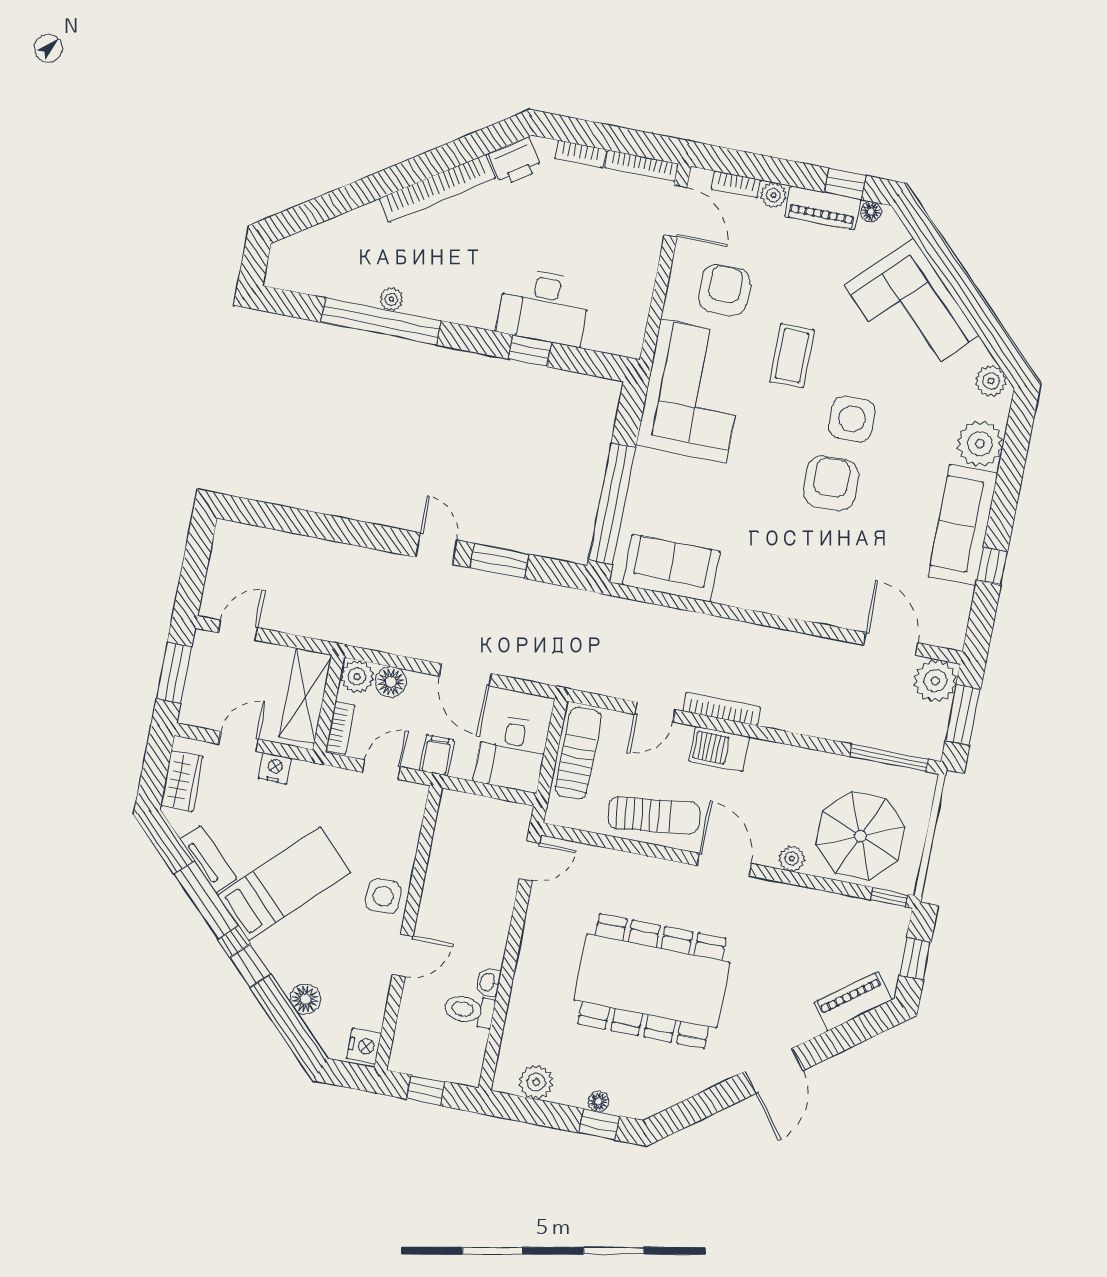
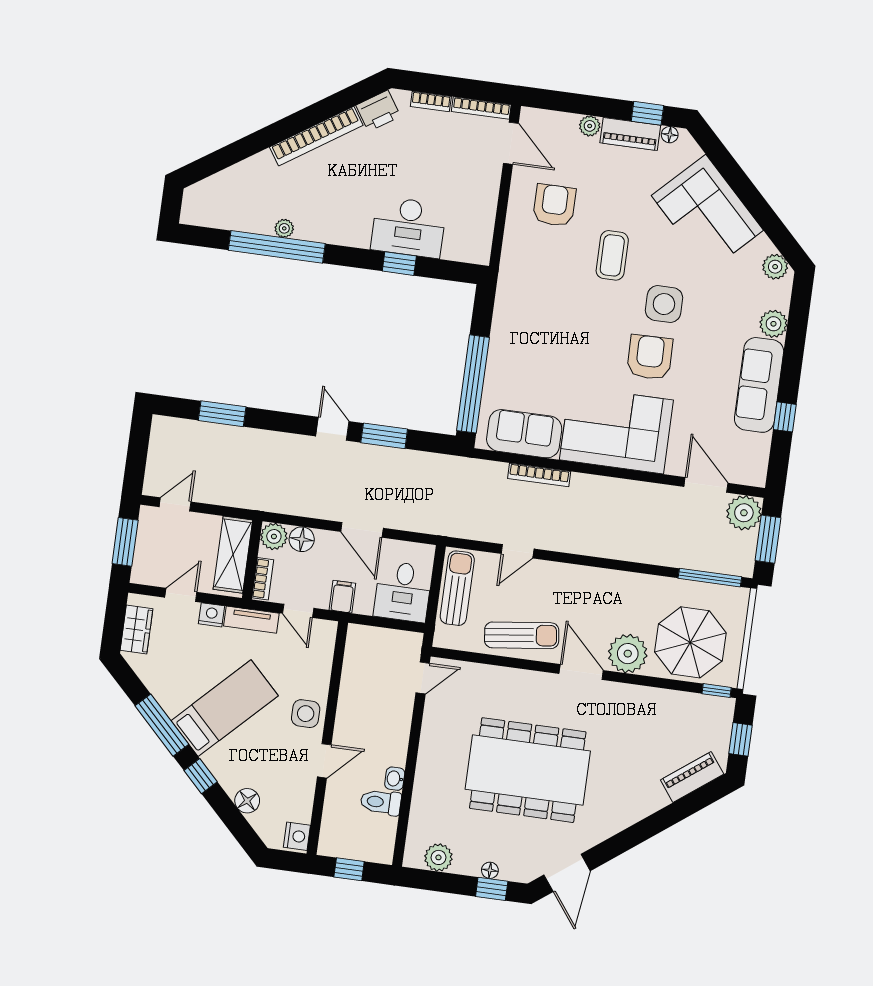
bookcase: (736, 184) -> (559, 119), removed
corner sofa: (693, 391) -> (616, 430), moved, turned -90
plant: (980, 444) -> (773, 324), width x0.73, depth x0.73
window: (302, 522) -> (222, 414), added
bookcase: (722, 709) -> (539, 475), moved, turned 180
barbecue: (719, 749) -> (572, 578), removed
door: (381, 770) -> (298, 611), swing flipped
tv unit: (208, 859) -> (251, 620), moved, turned 135
plant: (792, 859) -> (628, 654), width x1.87, depth x1.87
door: (774, 1071) -> (567, 873), moved

